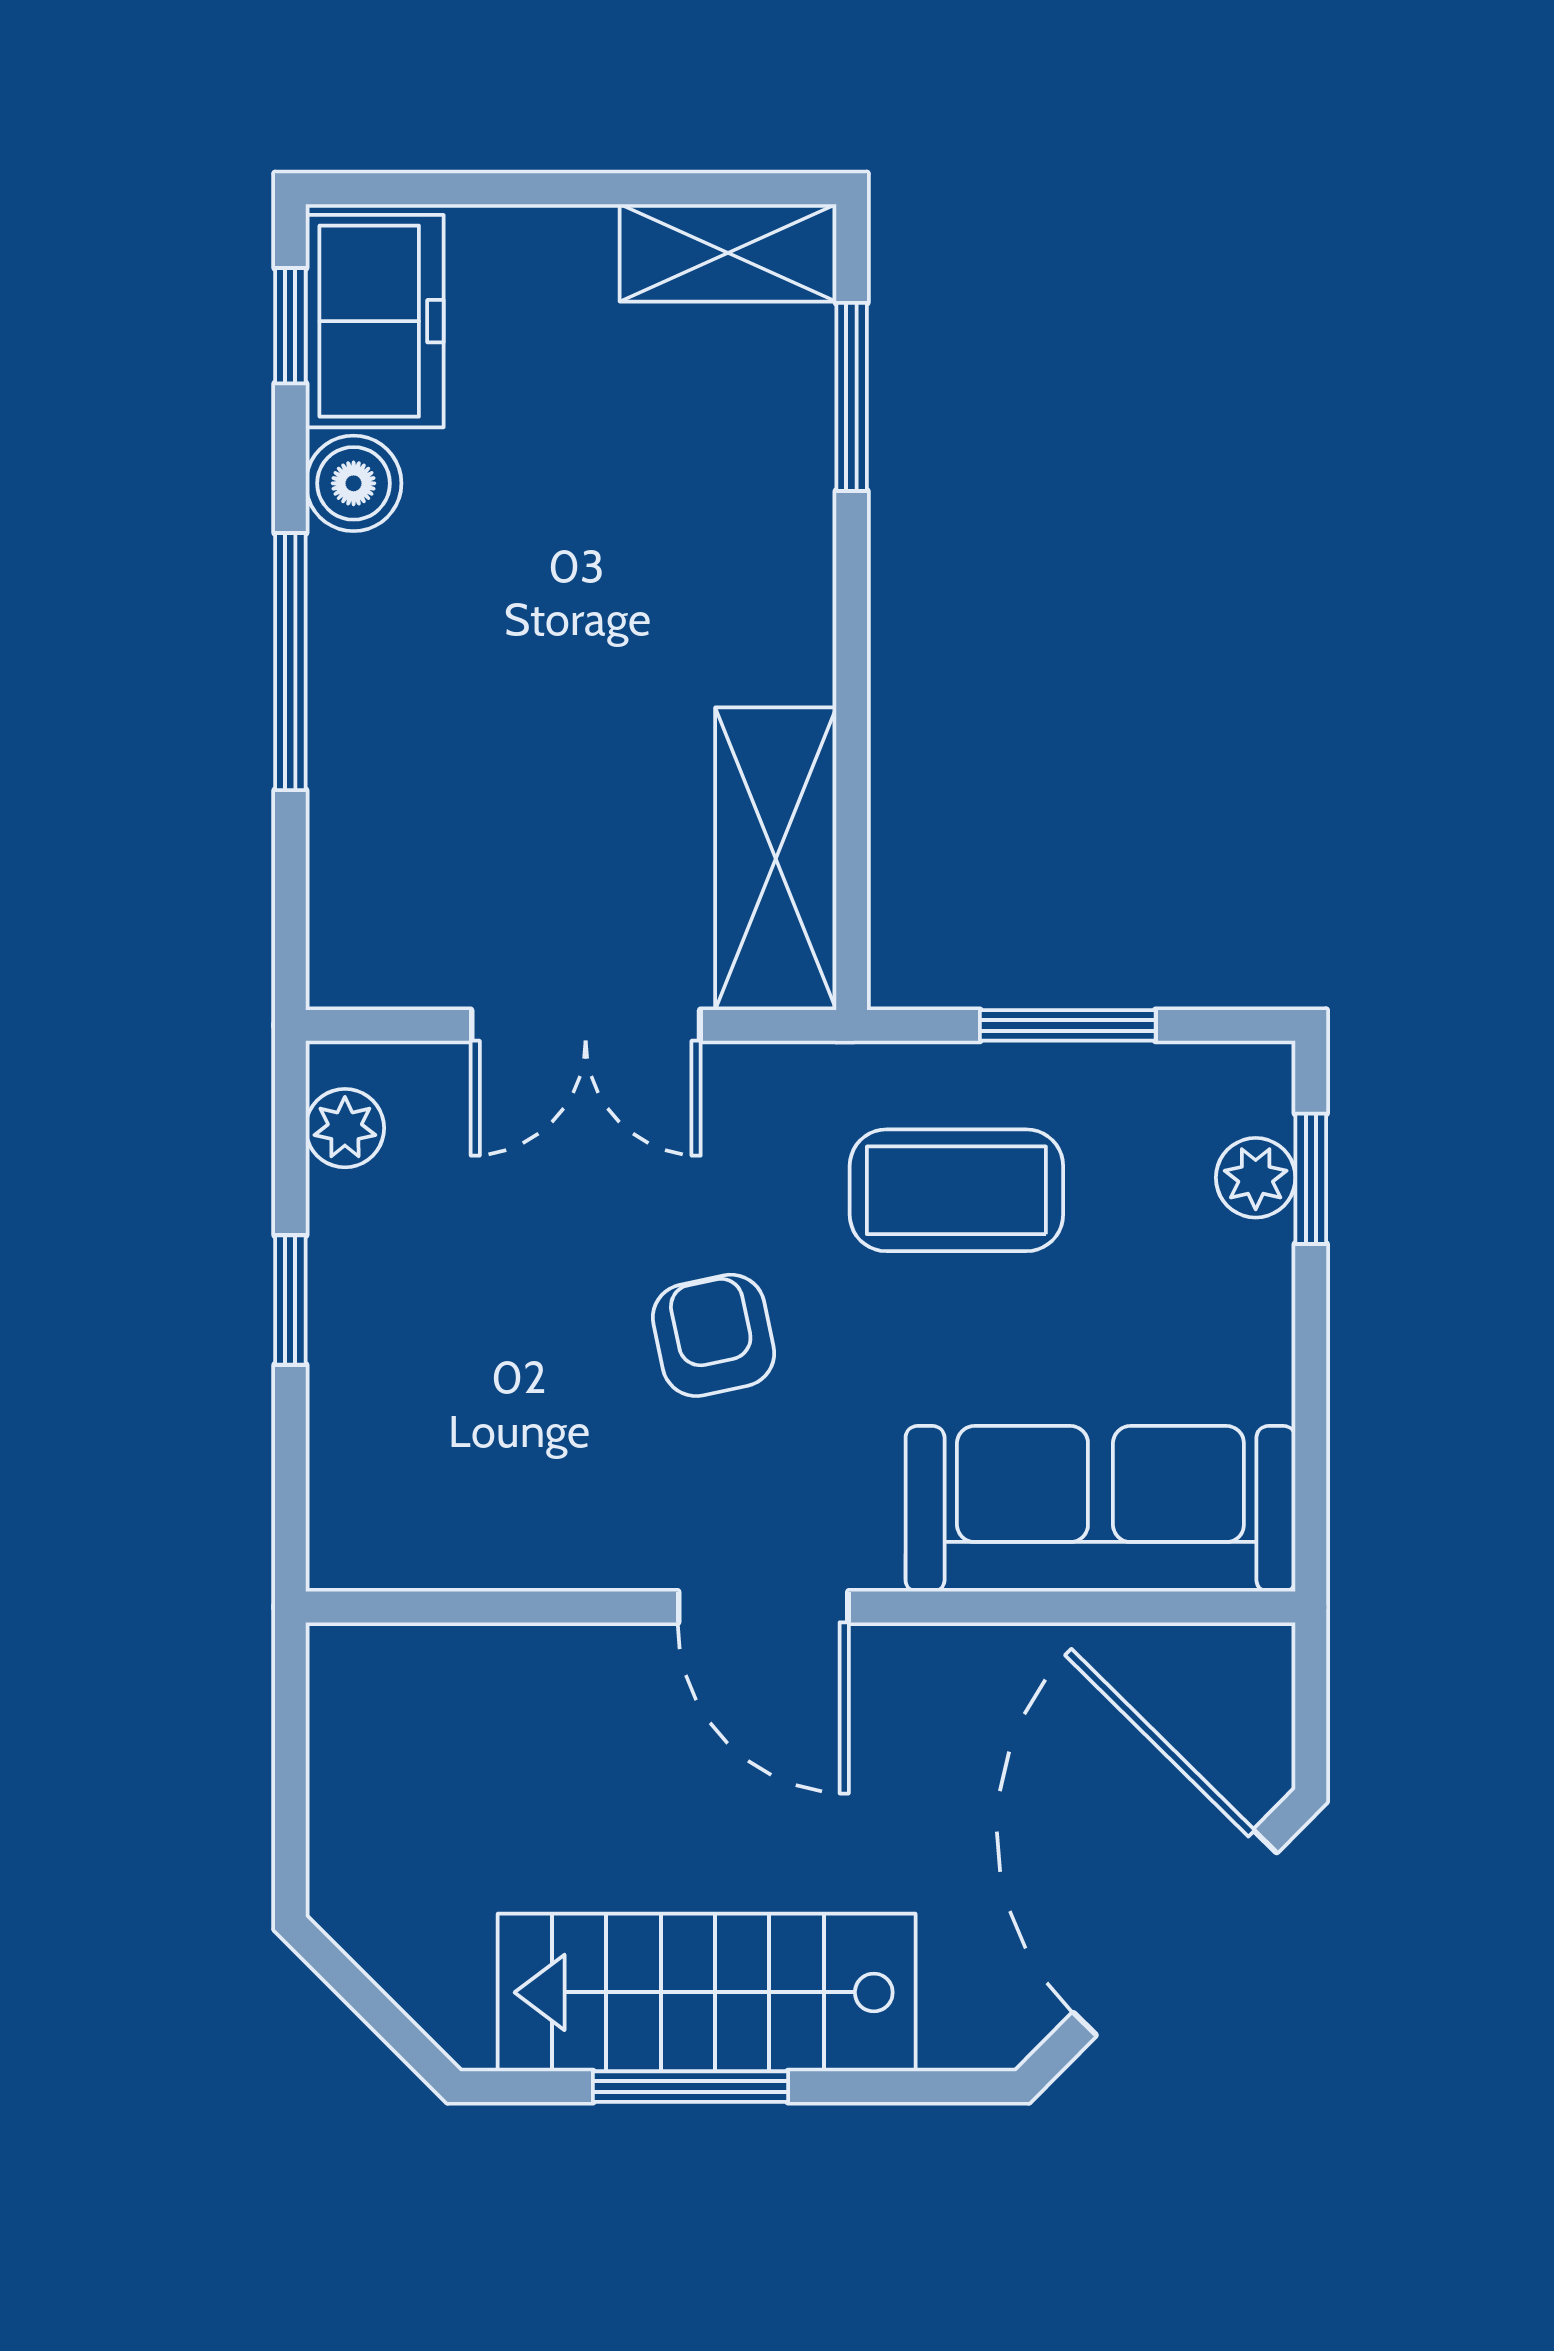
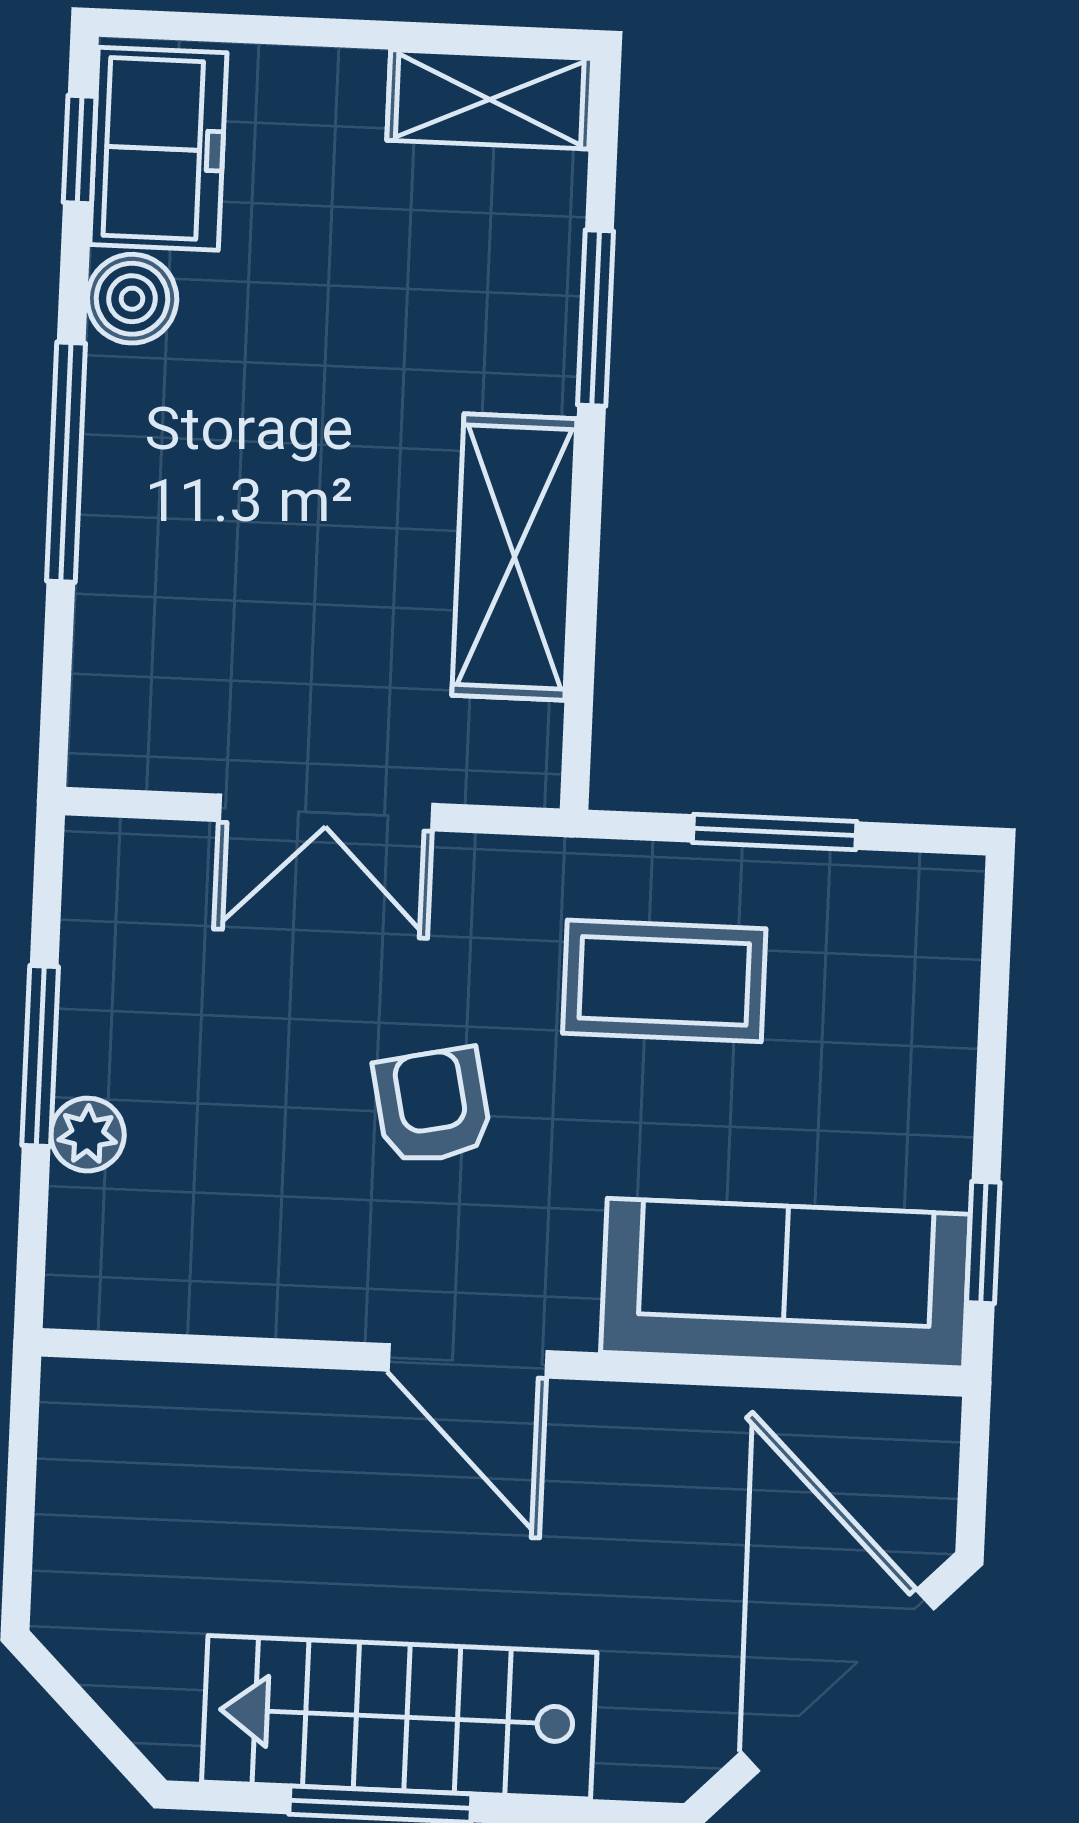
window: (852, 397) -> (595, 318), moved
shelving: (776, 859) -> (514, 557), moved
plant: (345, 1128) -> (88, 1135), moved
plant: (1256, 1178) -> (943, 981), removed
window: (1311, 1179) -> (983, 1242), moved
window: (290, 1300) -> (40, 1056), width x1.50

